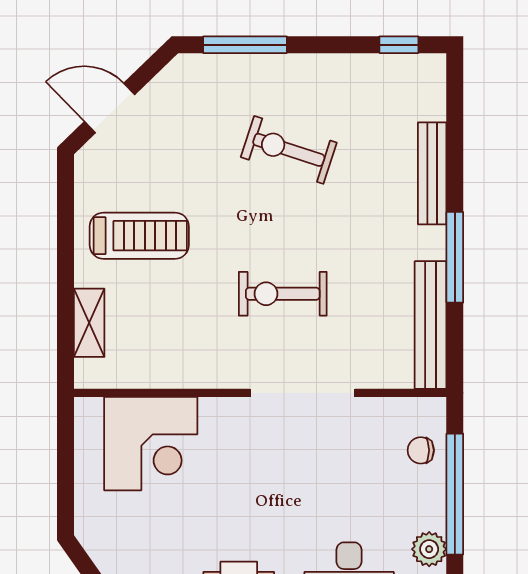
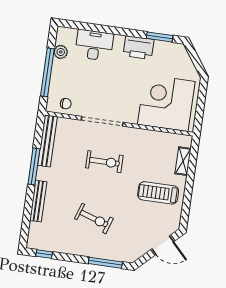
corner desk: (151, 444) -> (166, 103), width x1.36, depth x1.36
chair: (421, 450) -> (66, 104), moved

